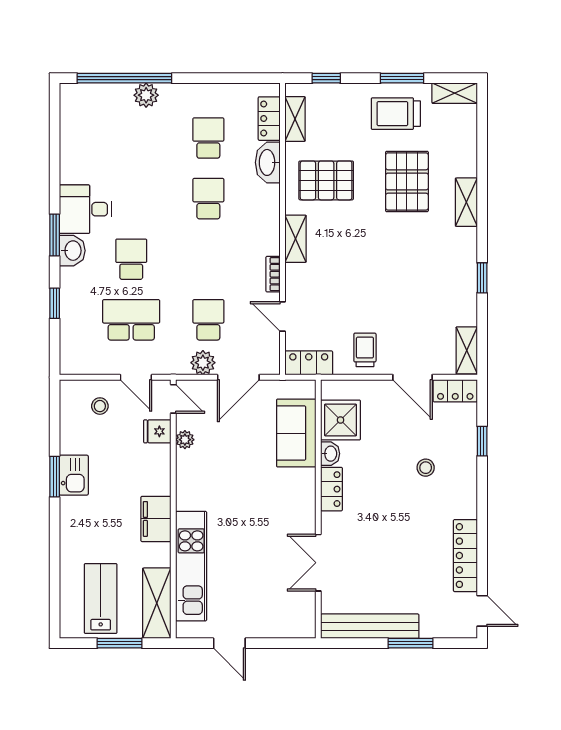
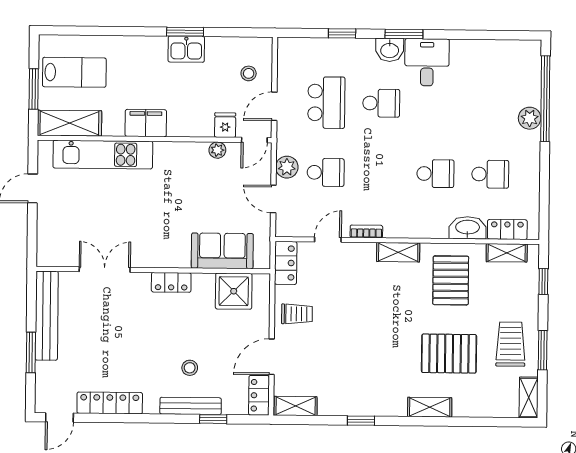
door: (238, 377) -> (273, 199), width x0.73
washbasin: (330, 454) -> (203, 281), removed
bench: (468, 466) -> (191, 406), added

